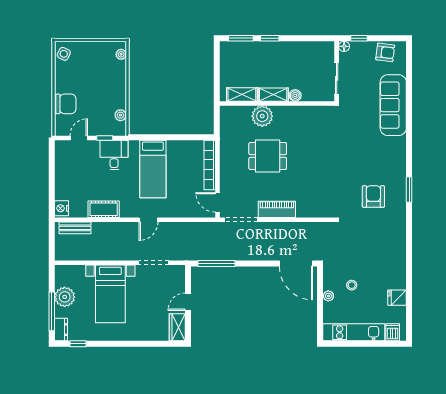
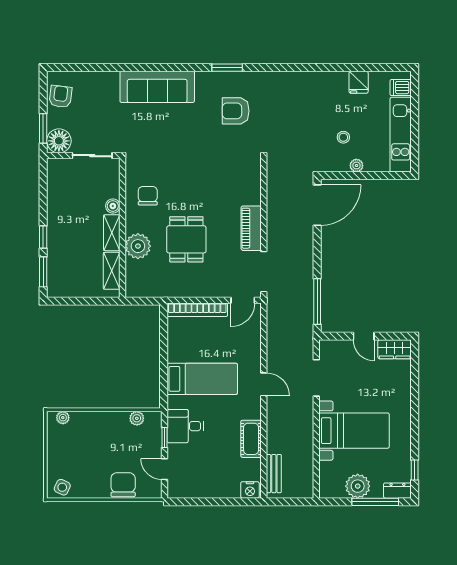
window: (359, 38) -> (43, 128), width x1.50
floor lamp: (344, 46) -> (59, 141), width x1.89, depth x1.89
sofa: (393, 105) -> (157, 87), moved
chair: (304, 124) -> (148, 196), added

